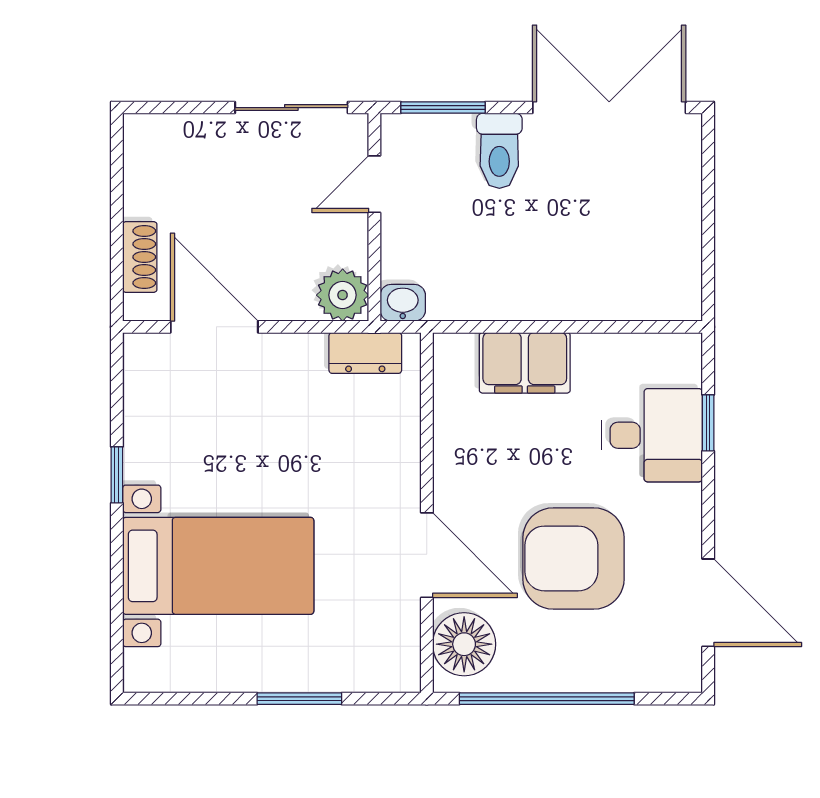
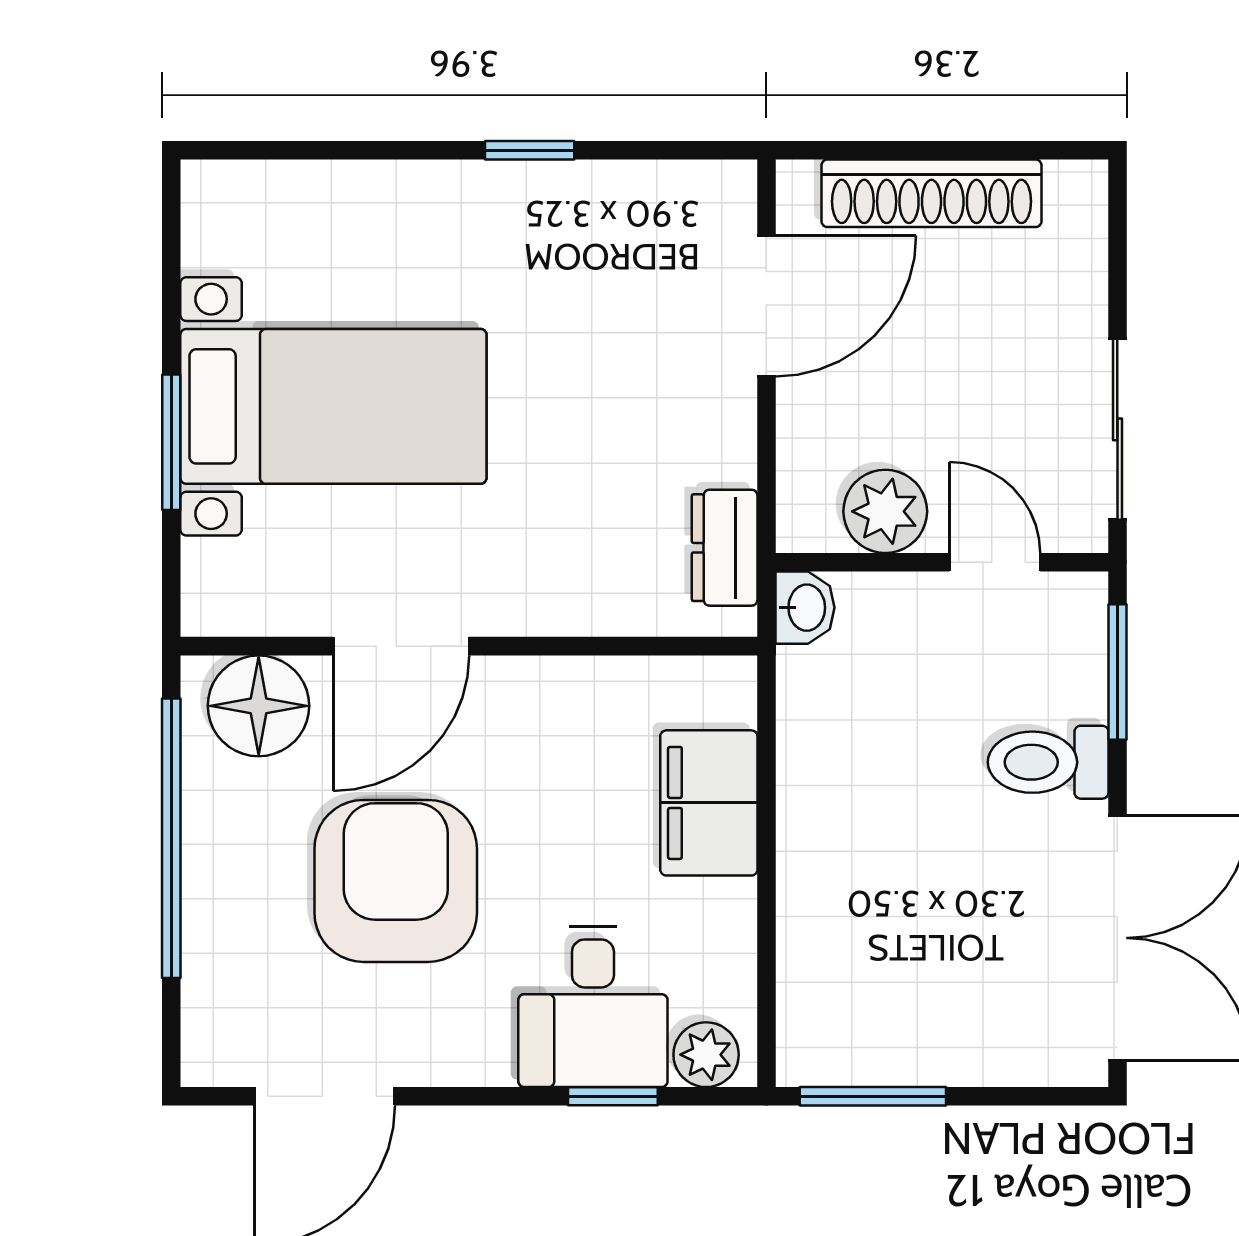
shoe rack: (140, 257) -> (932, 193), width x1.94, depth x1.24
window: (708, 260) -> (873, 1096), added
plant: (343, 295) -> (885, 511), moved
plant: (682, 365) -> (706, 1055), added
bed with nightstands: (218, 566) -> (333, 406), moved, turned -90

